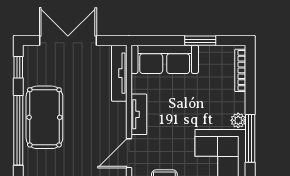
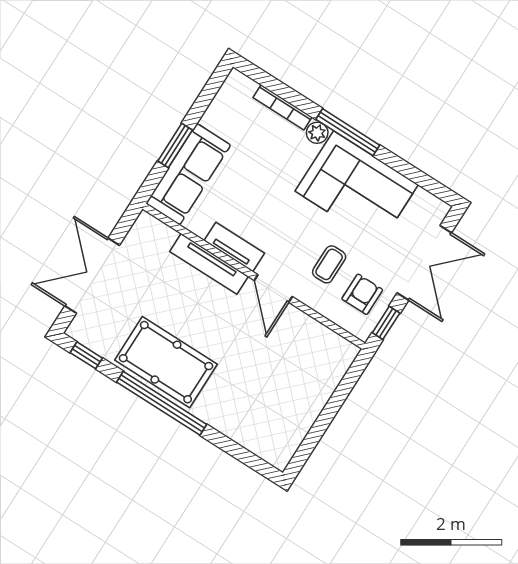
window: (200, 41) -> (175, 145), moved
bookcase: (240, 70) -> (283, 107), moved
tv unit: (119, 73) -> (209, 264), moved

